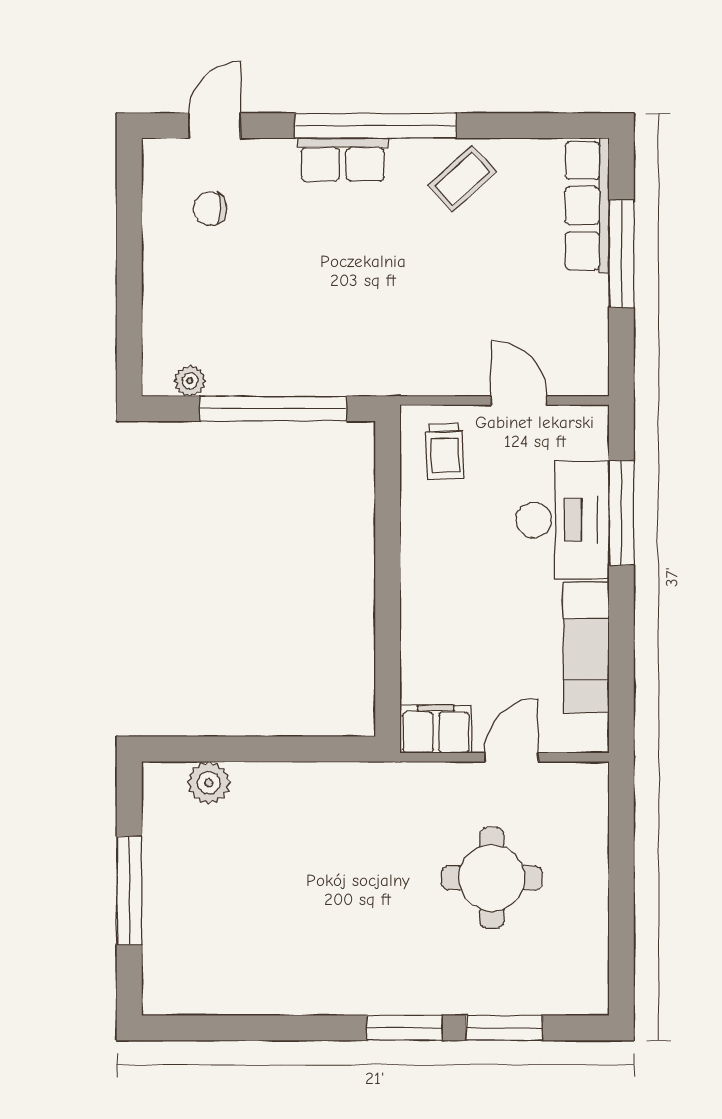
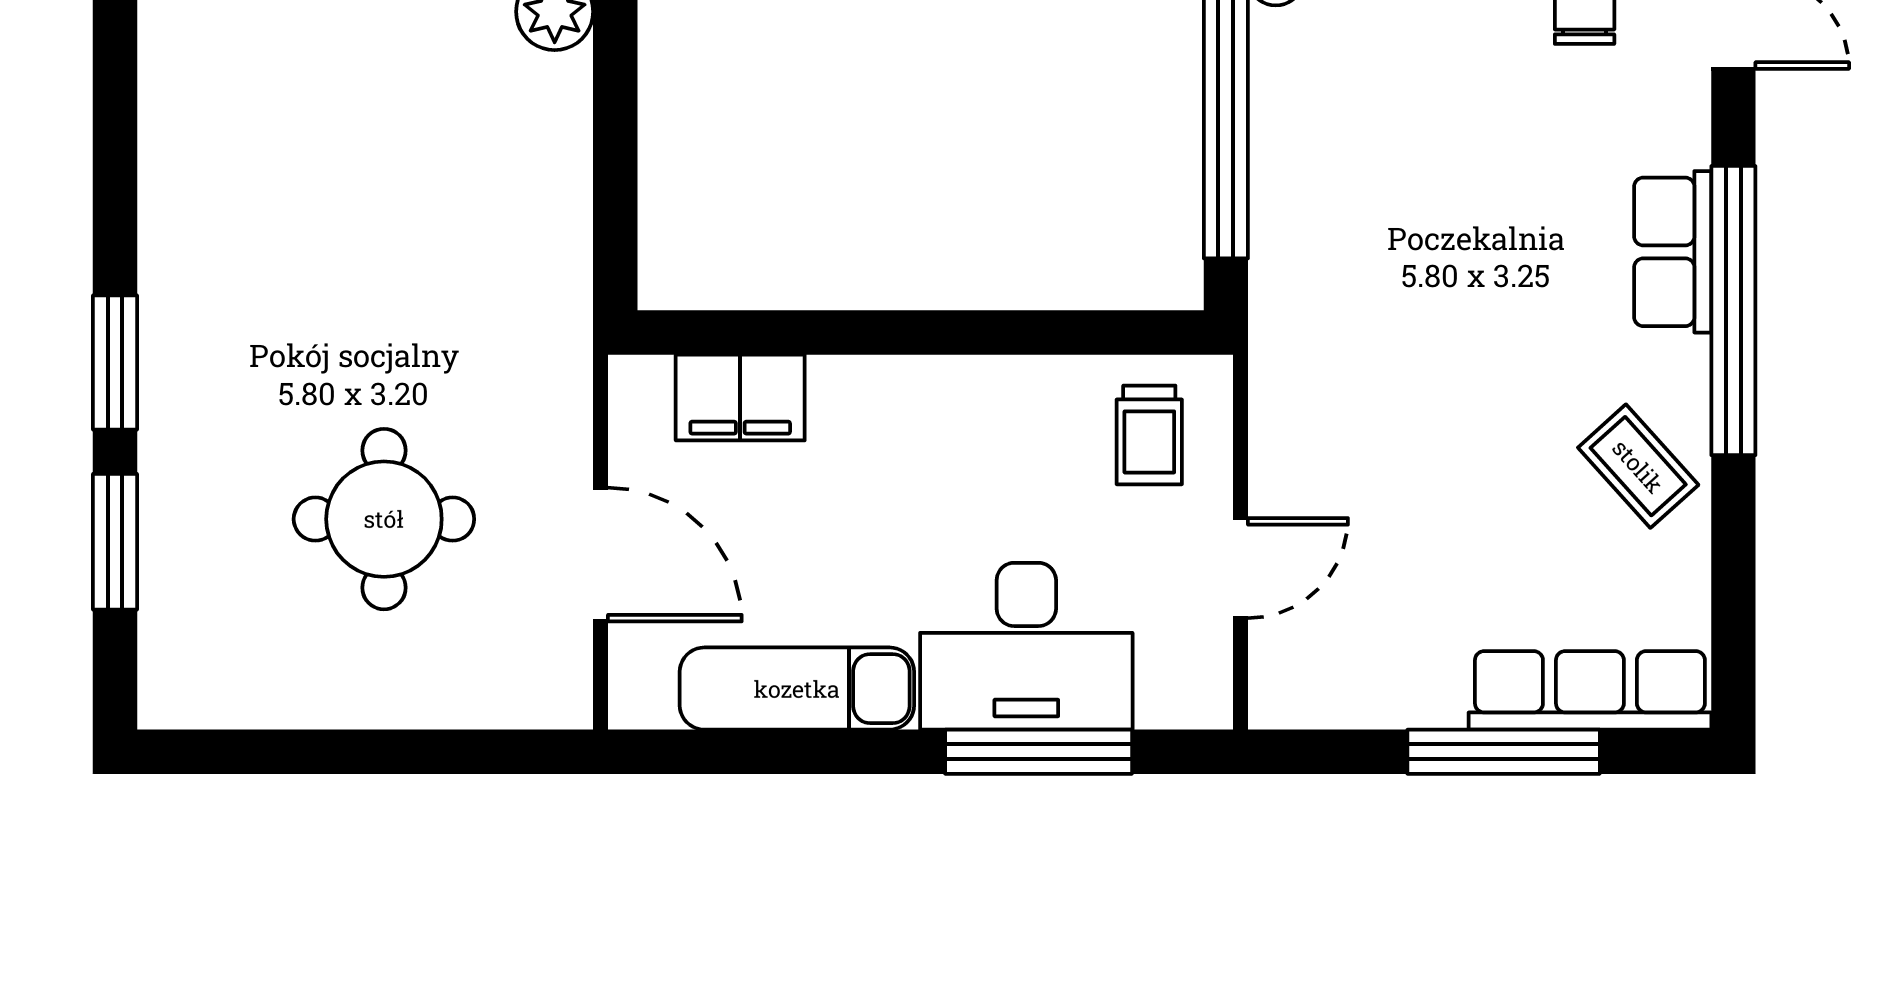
trolley: (445, 451) -> (1149, 435), turned -87
filing cabinet: (436, 729) -> (740, 397), moved, turned 90
door: (511, 757) -> (601, 555), width x1.37

